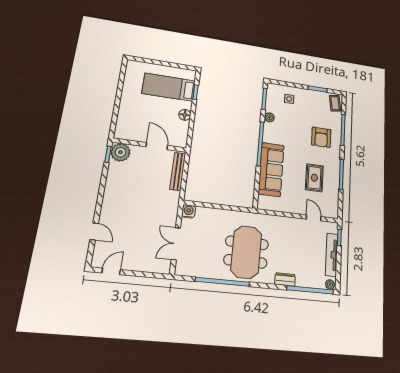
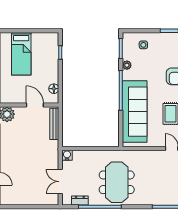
bed: (169, 87) -> (21, 54), moved, turned -90
floor lamp: (185, 115) -> (54, 89), moved
sofa: (271, 169) -> (135, 112), width x1.36, depth x1.27
door: (111, 271) -> (15, 207), removed
dresser: (285, 279) -> (80, 201), moved

